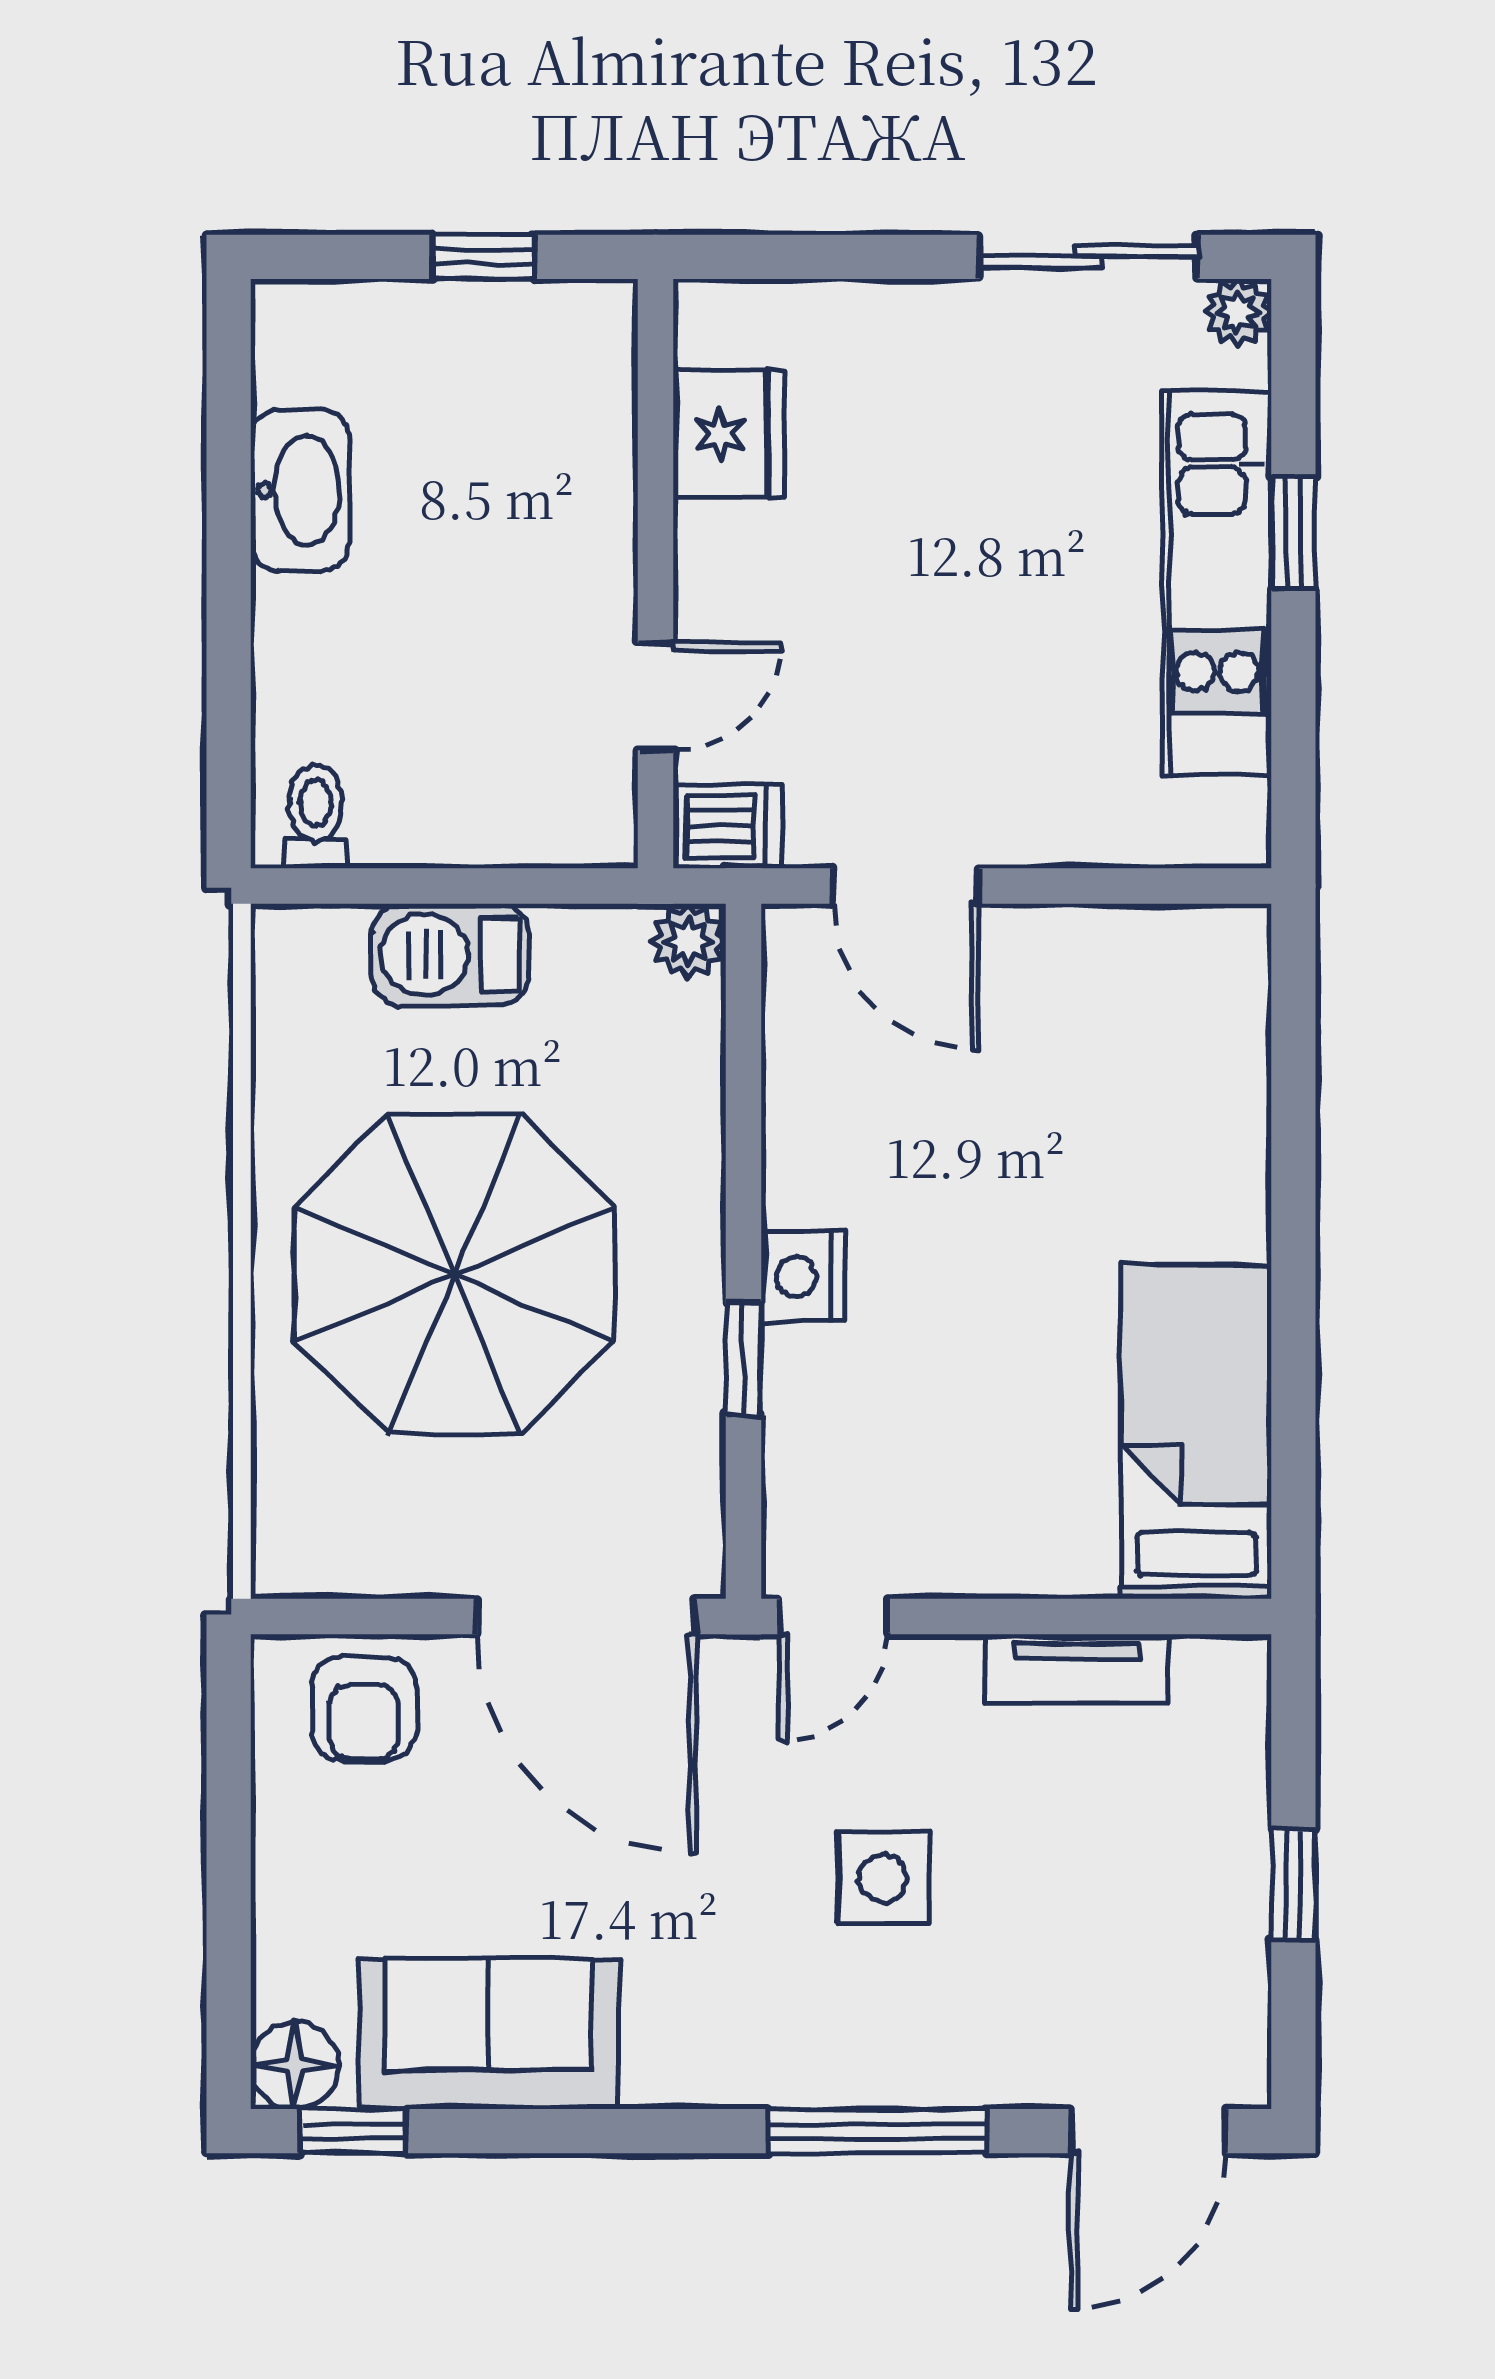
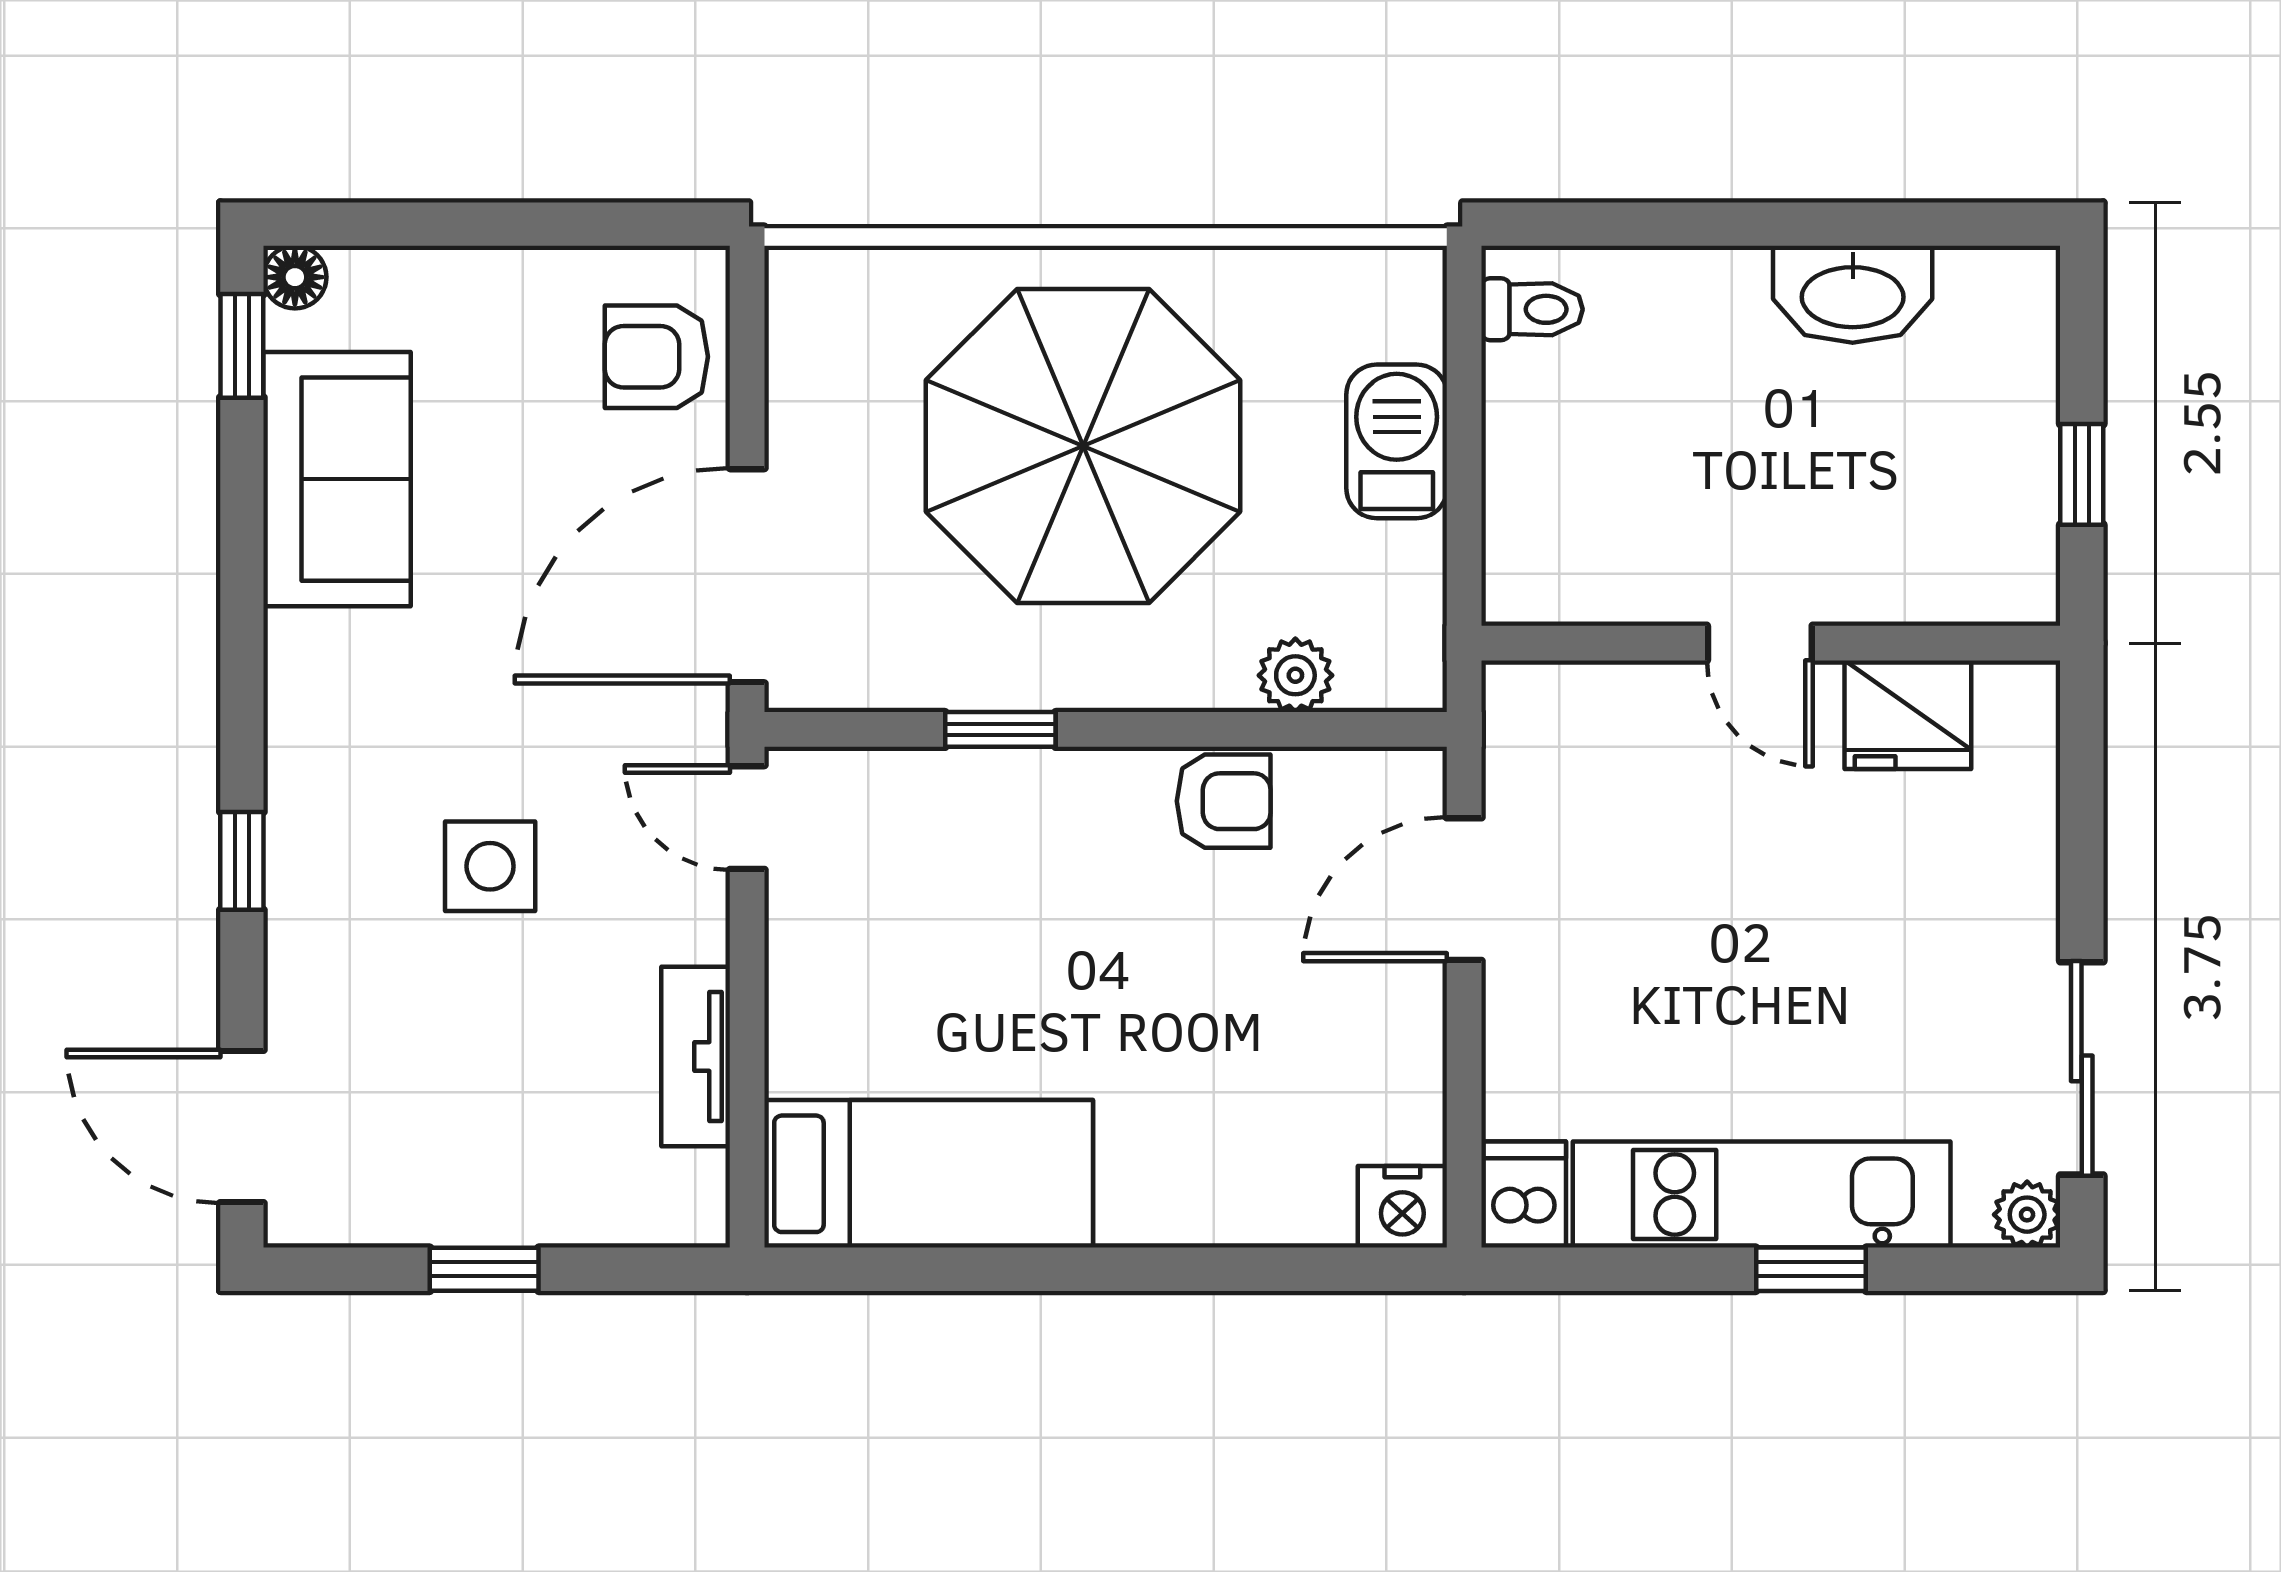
door: (655, 696) -> (1760, 643), moved
dishwasher: (727, 826) -> (1525, 1195), moved, turned 180
plant: (688, 941) -> (1295, 675), moved
armchair: (817, 1131) -> (1224, 801), added
nightstand: (803, 1276) -> (1402, 1207), moved, turned 180
floor lamp: (295, 2065) -> (295, 277), width x0.73, depth x0.73
window: (877, 2131) -> (242, 861), width x0.46

